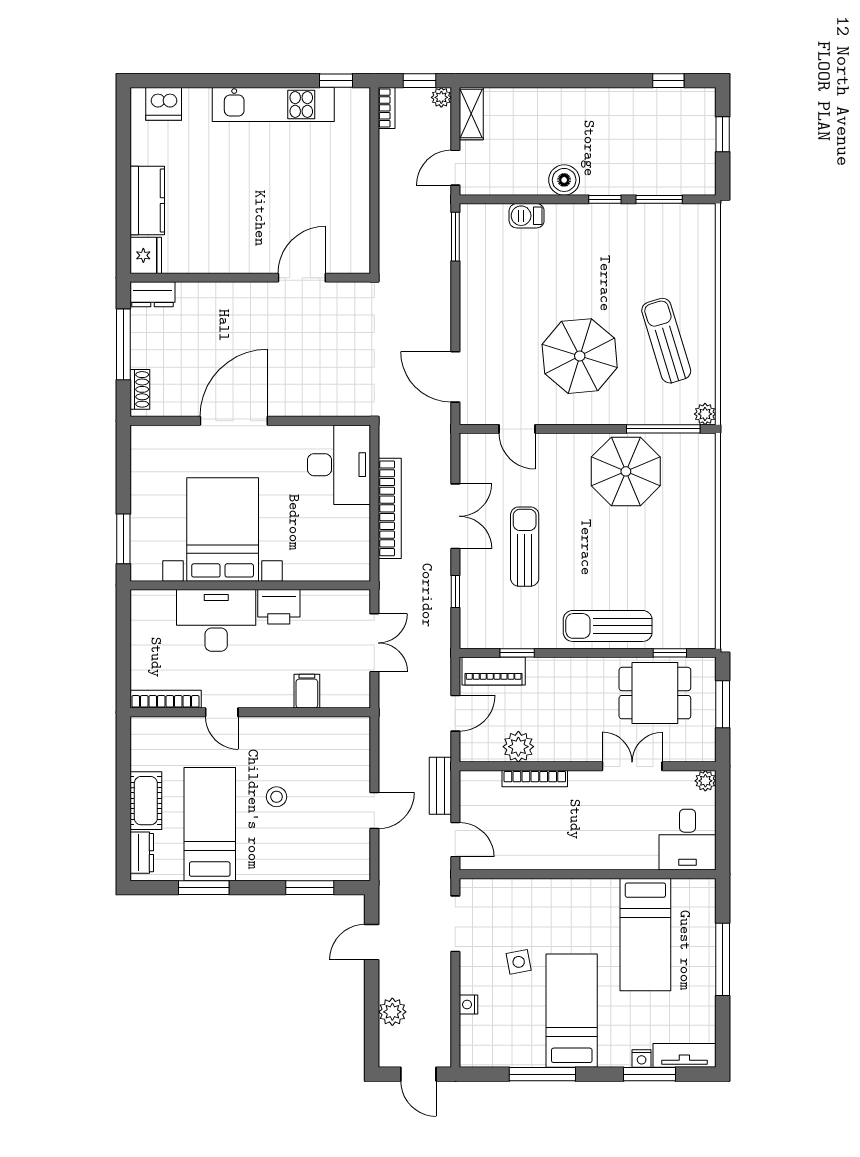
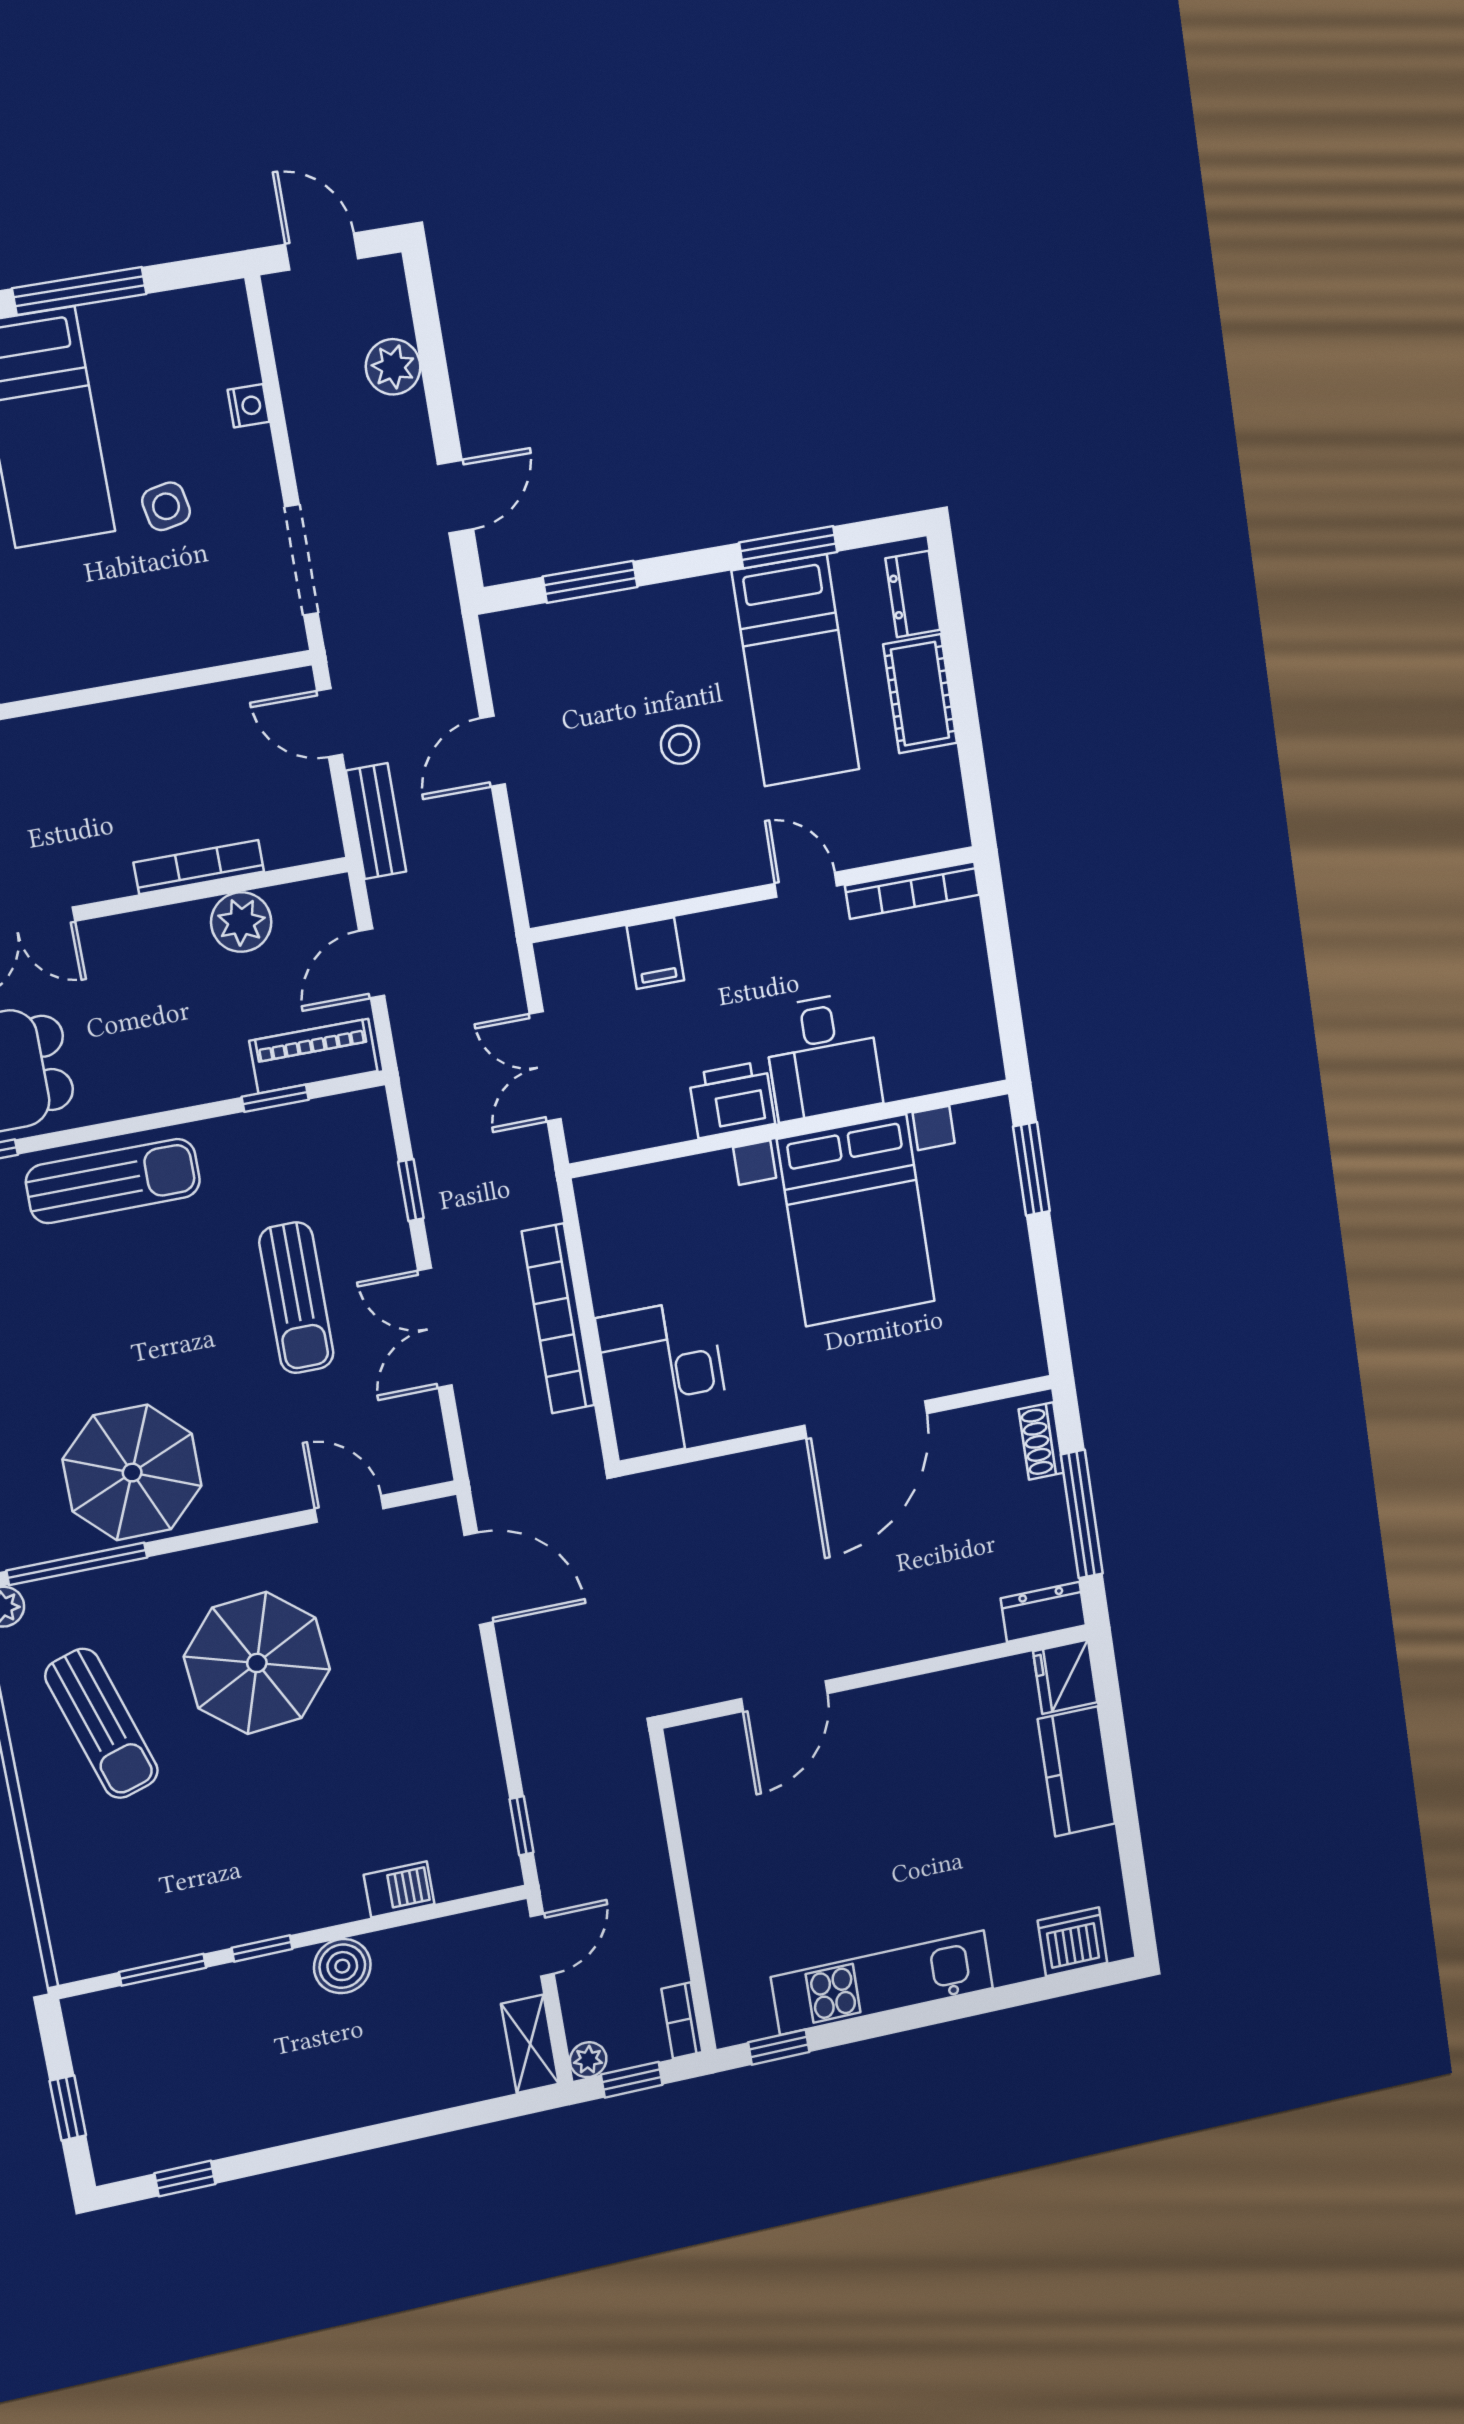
window: (455, 237) -> (521, 1826), width x0.67
desk: (216, 620) -> (823, 1056), width x0.73

